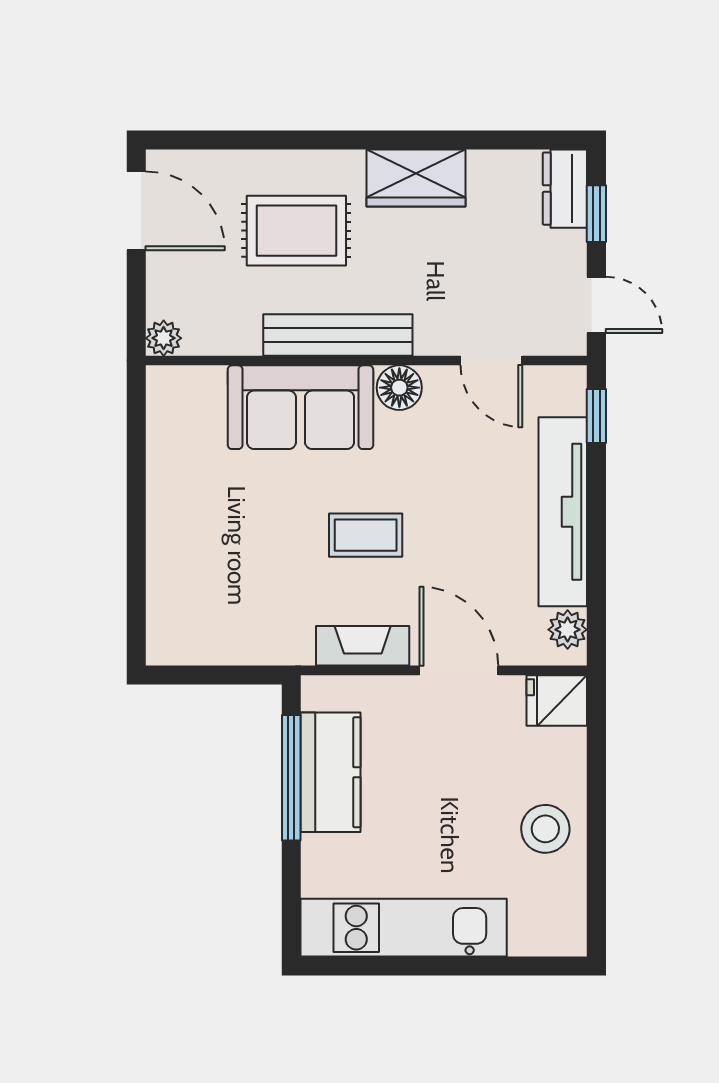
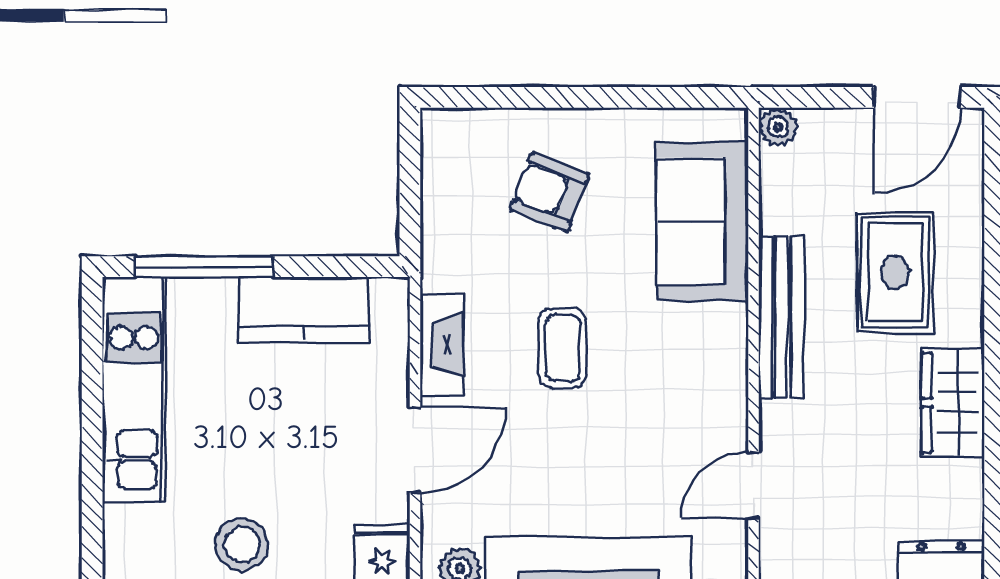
floor lamp: (399, 388) -> (724, 385), removed
sofa: (300, 407) -> (702, 221), moved
armchair: (223, 547) -> (550, 192), added
window: (291, 778) -> (204, 267), moved

